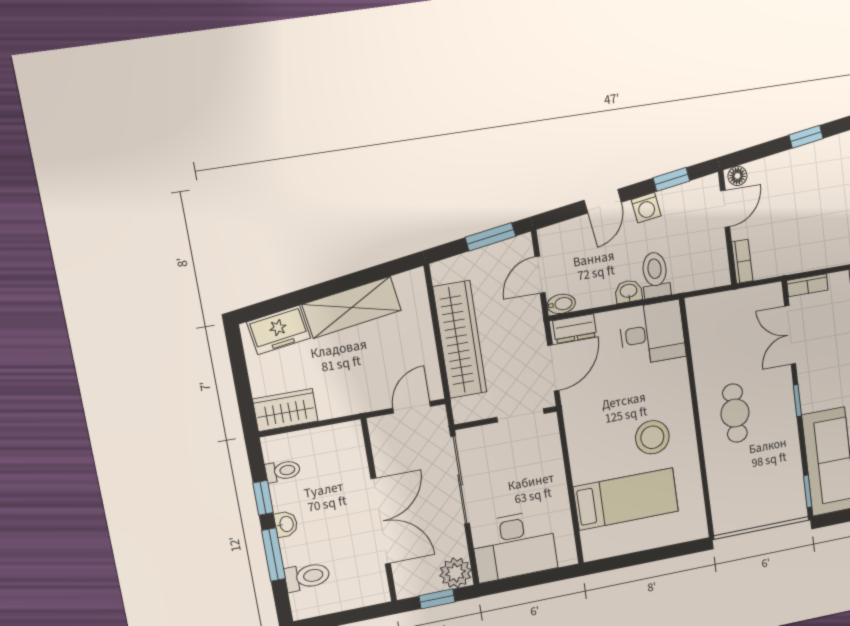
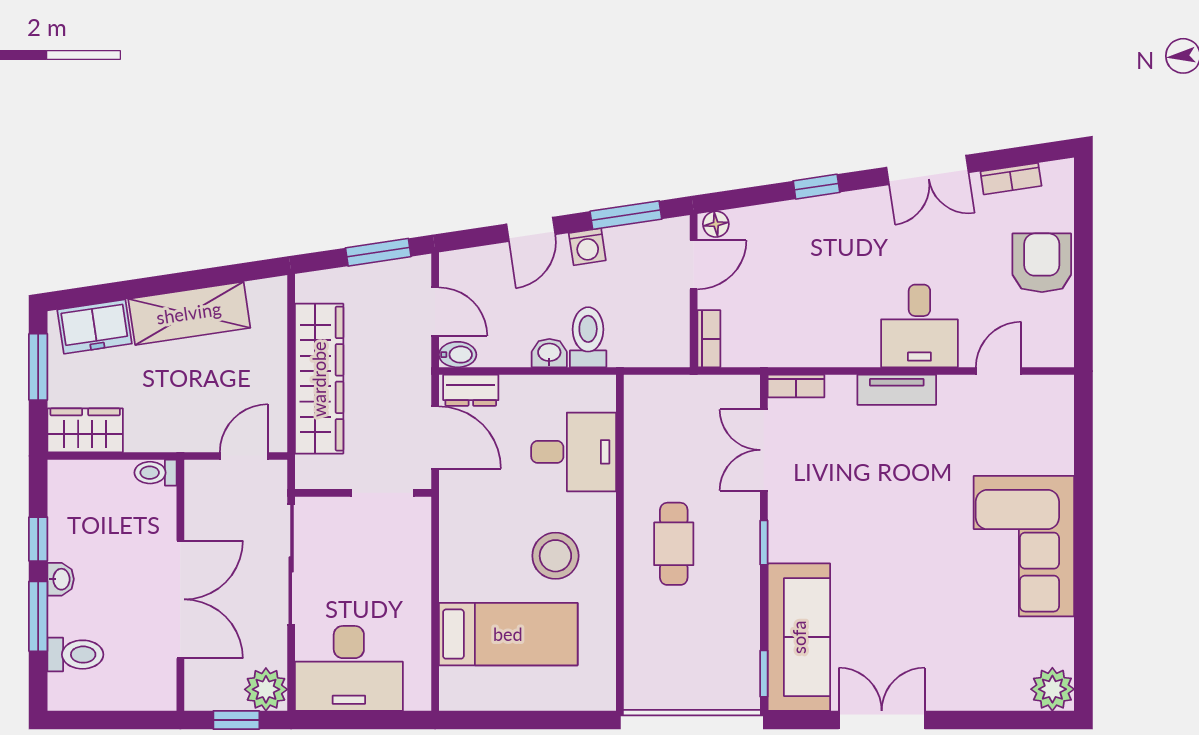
window: (671, 179) -> (626, 215), width x1.50
door: (540, 275) -> (435, 312), swing flipped
desk: (652, 333) -> (574, 452), moved
window: (239, 368) -> (38, 367), added
door: (553, 368) -> (435, 438), hinge flipped
toilet: (283, 471) -> (156, 473), moved, turned 180

